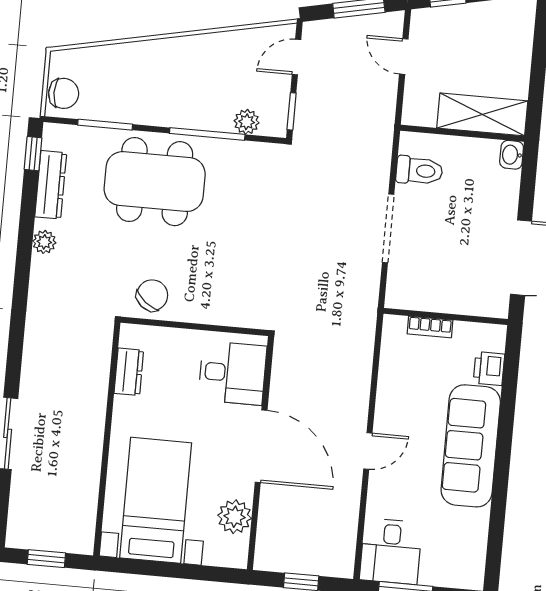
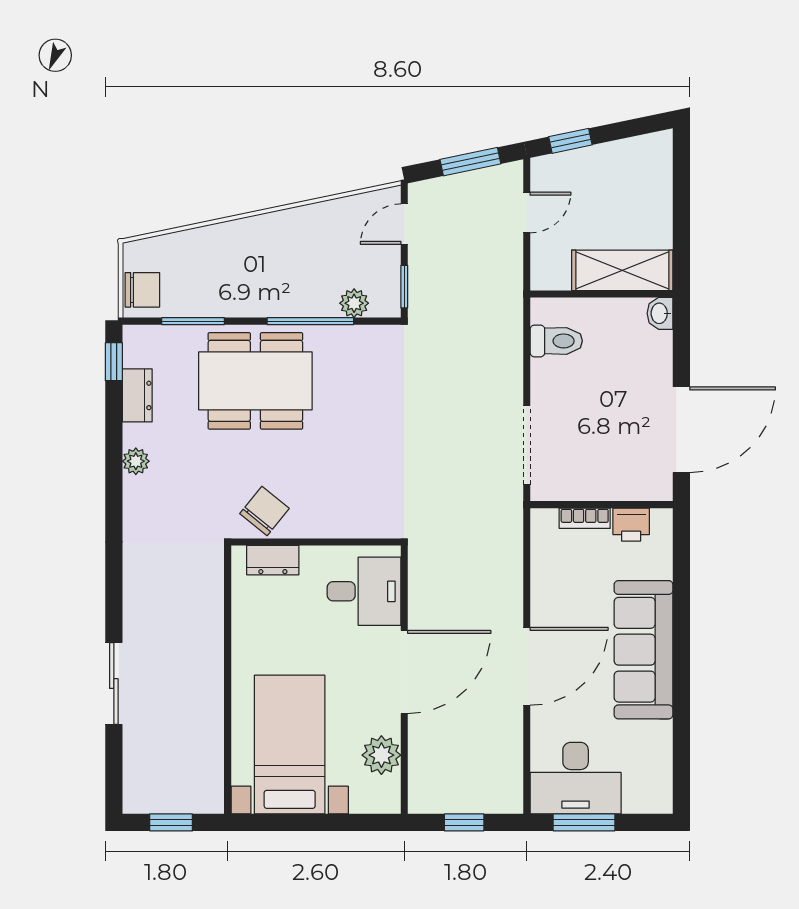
door: (404, 57) -> (527, 212), swing flipped
dresser: (51, 185) -> (137, 395), width x0.70
doorway: (388, 228) -> (527, 445), moved
printer: (489, 369) -> (631, 525), moved, turned -90
dresser: (129, 372) -> (273, 560), moved, turned 90
door: (261, 446) -> (404, 672), hinge flipped
door: (368, 451) -> (527, 666), width x1.87
desk: (391, 551) -> (576, 778), width x1.37

